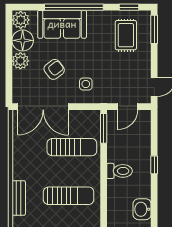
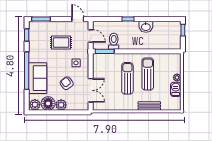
rug: (126, 35) -> (61, 43), moved
double door: (43, 107) -> (91, 90), width x0.73
sun lounger: (72, 147) -> (127, 78), moved
toilet: (119, 171) -> (114, 41), moved
washbasin: (142, 209) -> (146, 27), moved

